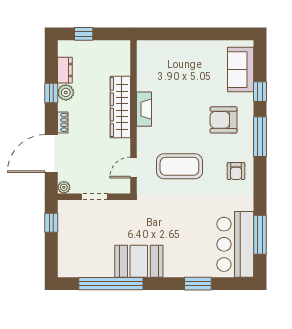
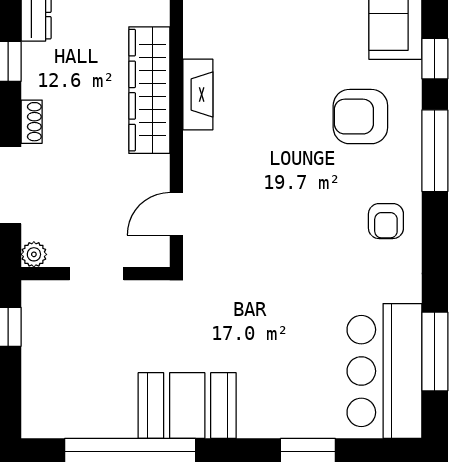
plant: (66, 92) -> (38, 60), removed
coffee table: (179, 166) -> (270, 211), removed

